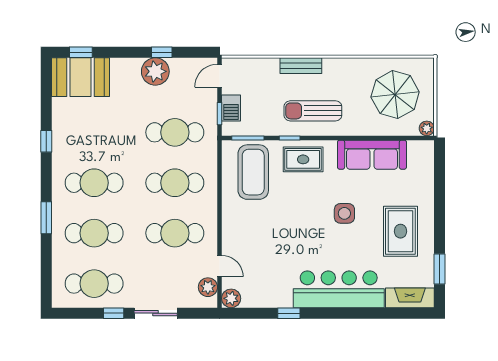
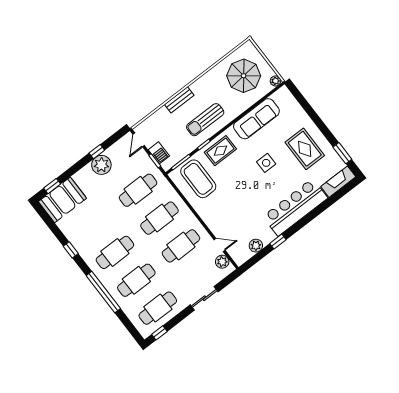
window: (46, 218) -> (103, 292), width x2.11
plant: (231, 298) -> (256, 246), moved
window: (114, 313) -> (159, 333), moved

